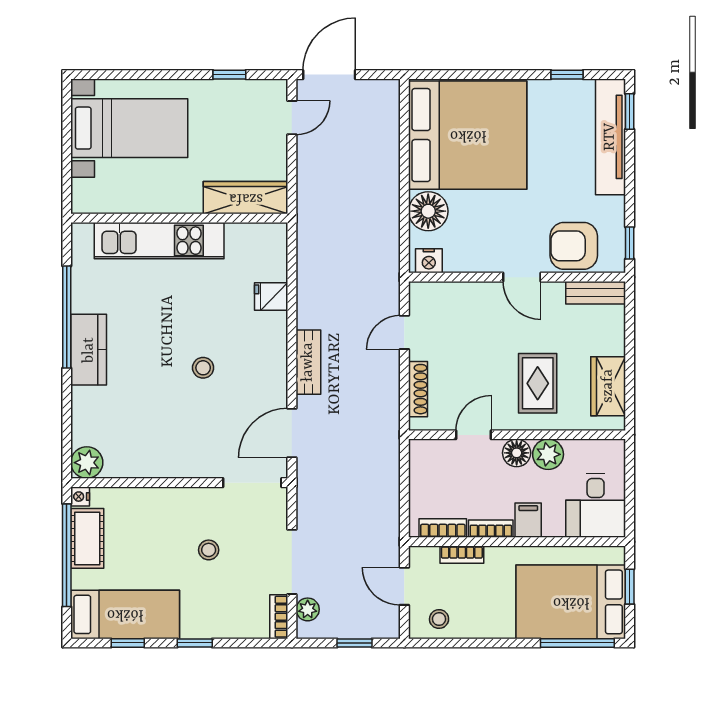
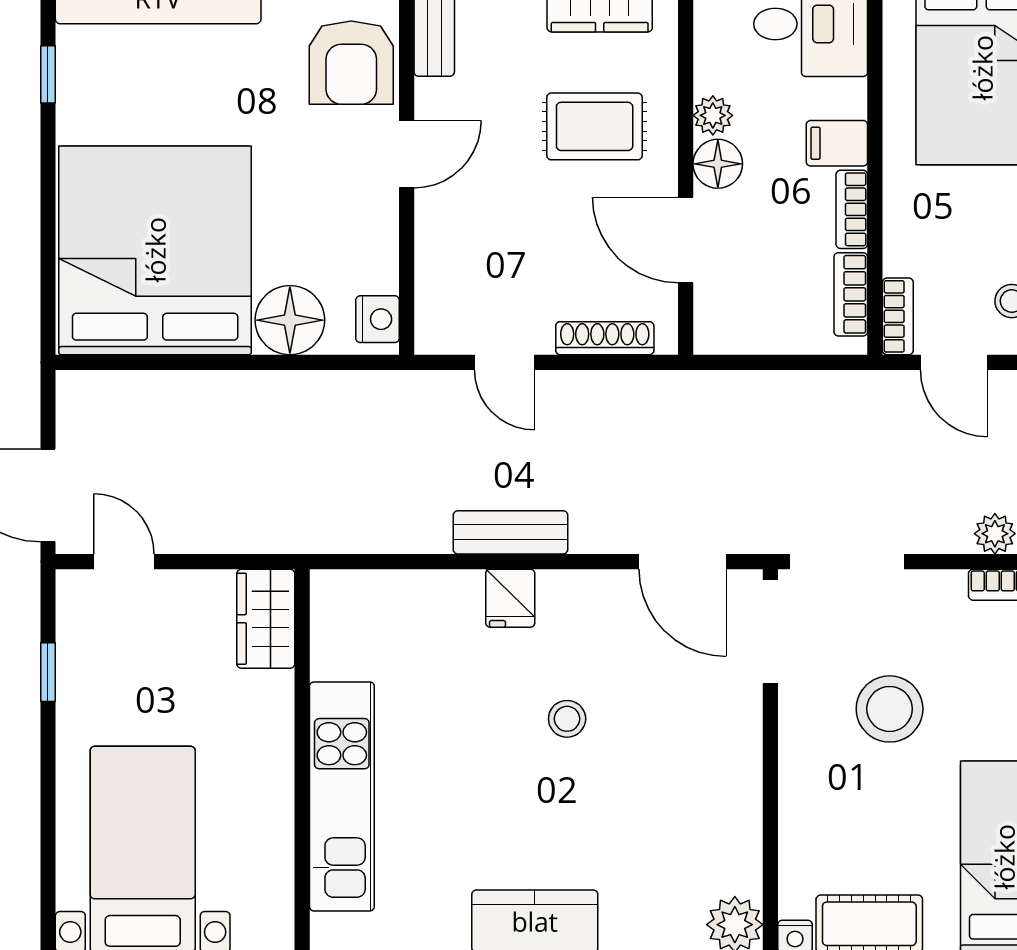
wardrobe: (246, 198) -> (266, 619), width x0.67
fridge: (271, 297) -> (510, 598), moved
bench: (308, 362) -> (510, 532), moved
door: (473, 435) -> (686, 240), width x1.38
plant: (548, 454) -> (713, 115), width x0.73, depth x0.73
stool: (209, 550) -> (890, 709), width x1.89, depth x1.89
bookcase: (462, 555) -> (898, 316), moved
doorway: (292, 562) -> (847, 562), moved
door: (404, 586) -> (954, 362), hinge flipped

